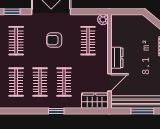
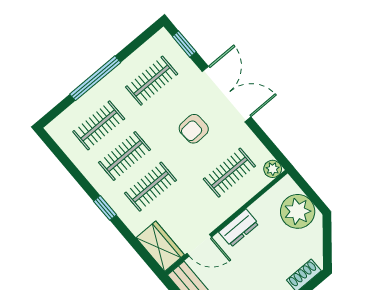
plant: (132, 25) -> (298, 211), added
armchair: (54, 40) -> (194, 129), turned -93

